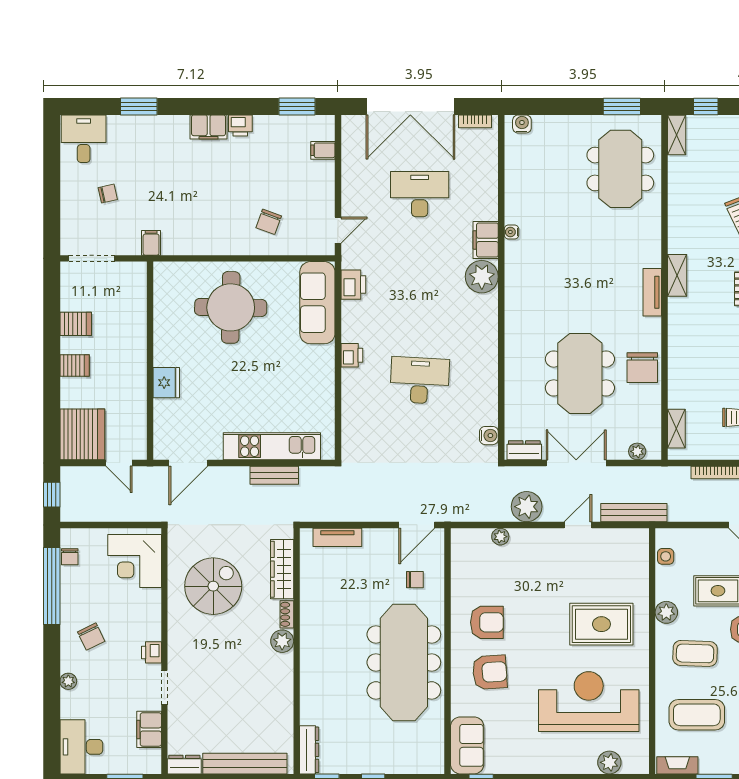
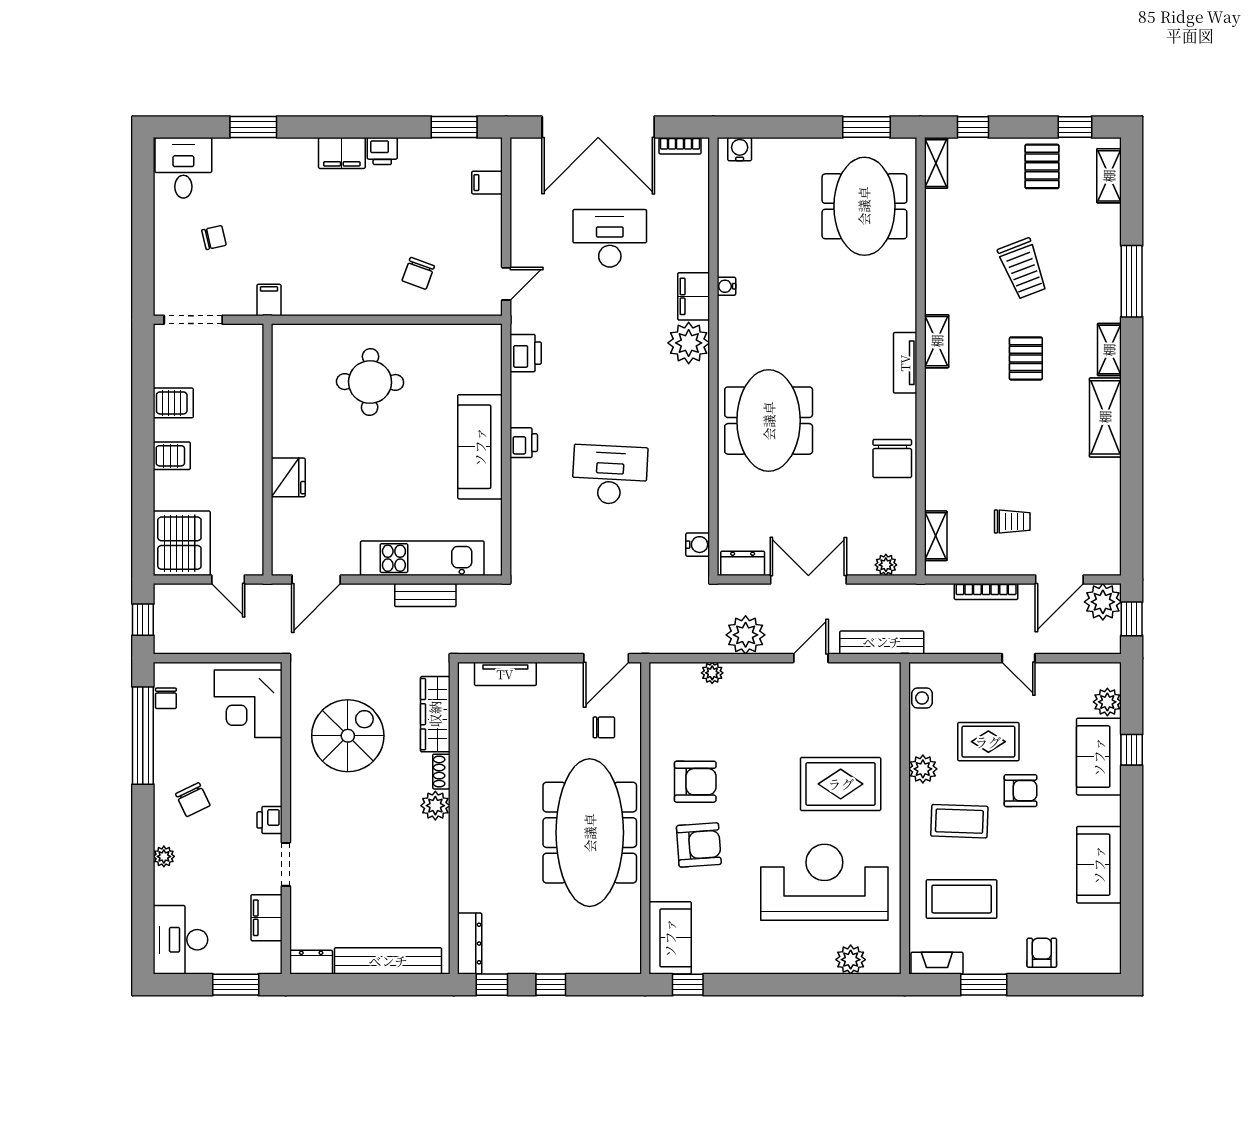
sofa: (317, 303) -> (480, 447), moved
round table: (231, 307) -> (370, 382), width x0.73, depth x0.73
meeting table: (580, 373) -> (769, 421), moved

